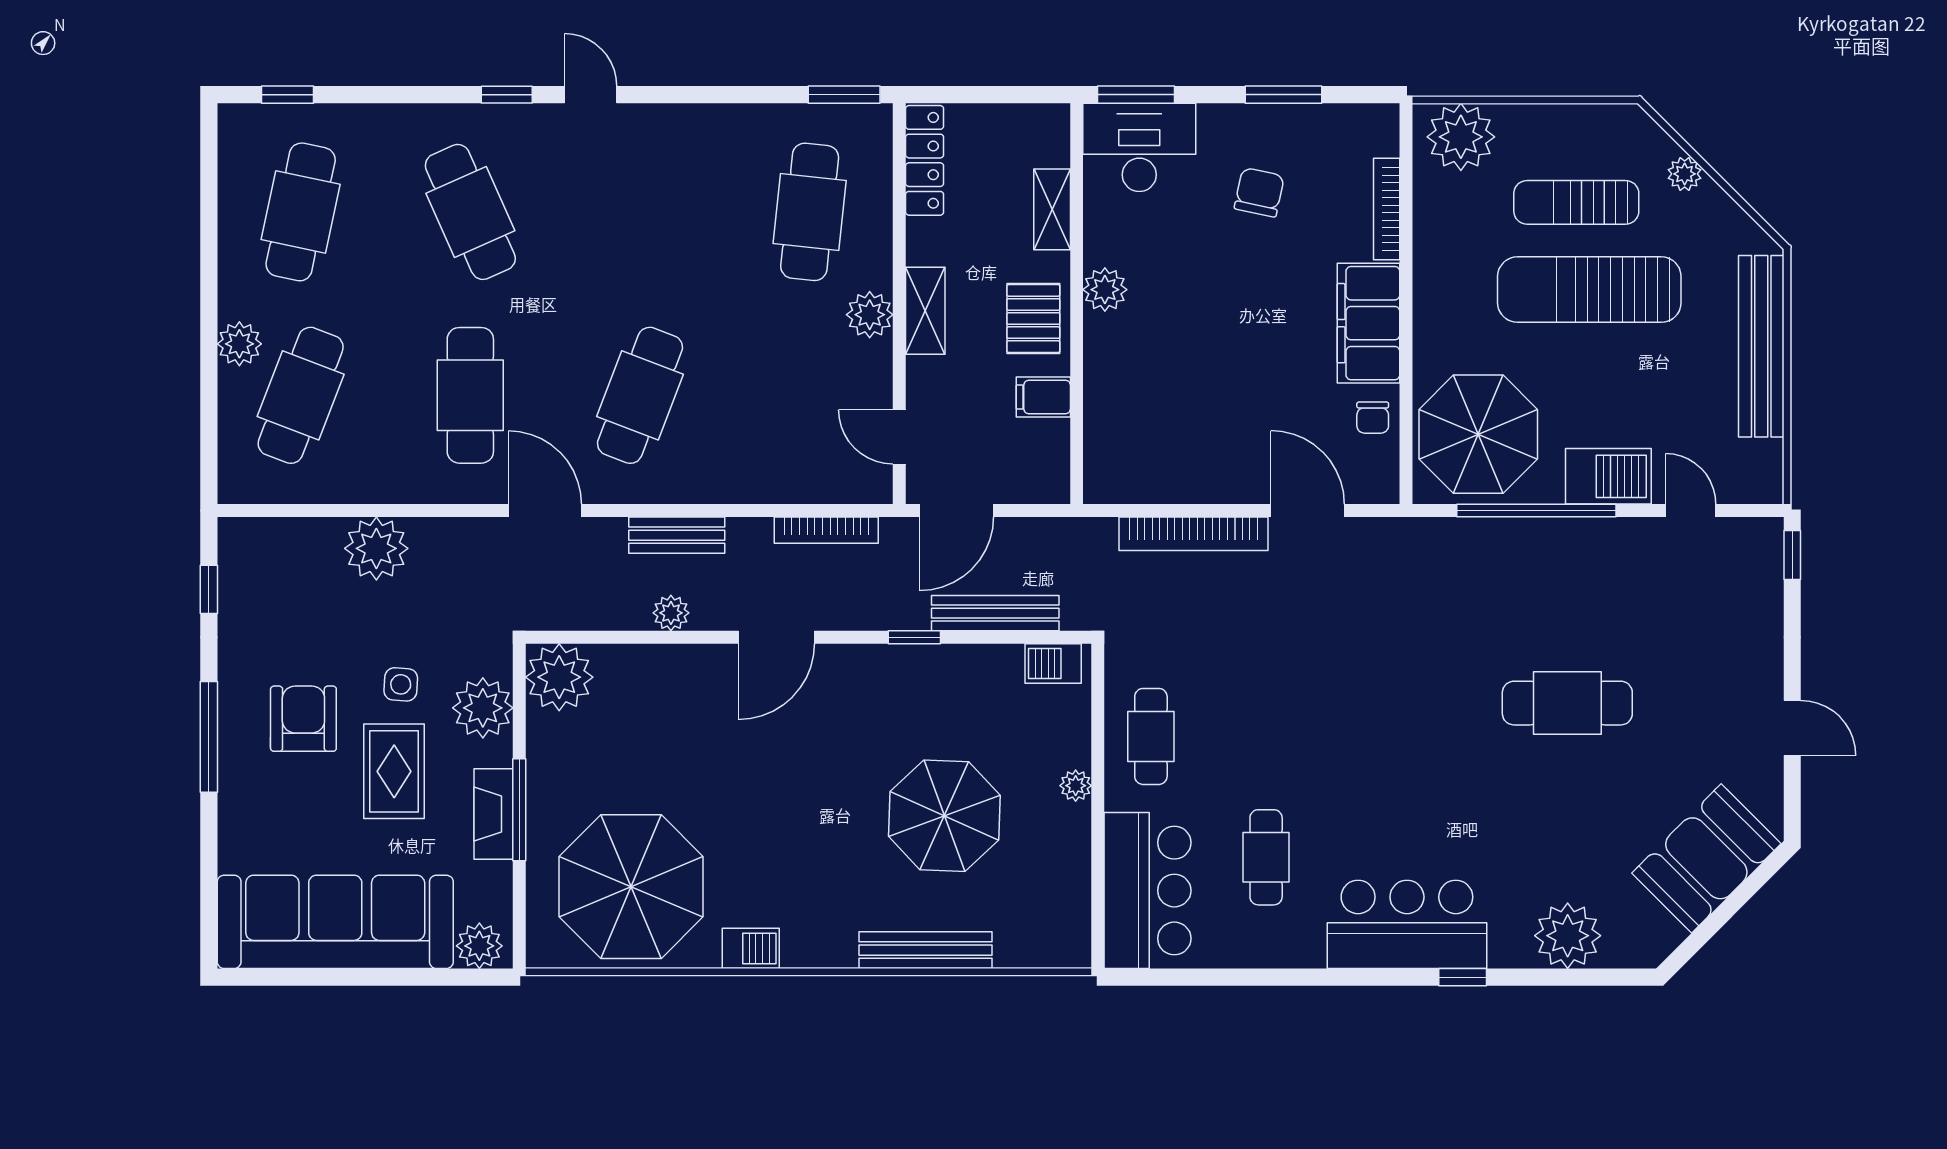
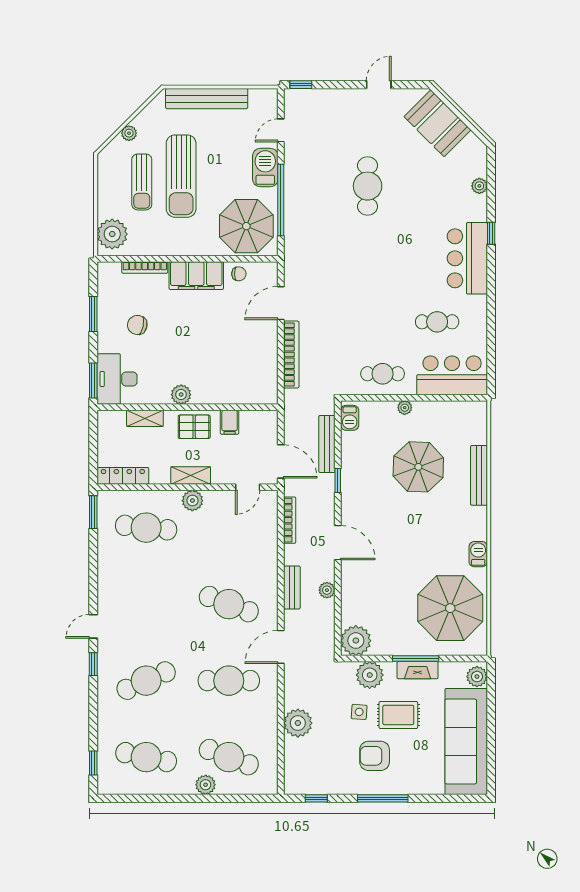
plant: (1568, 936) -> (479, 186), width x0.53, depth x0.53

